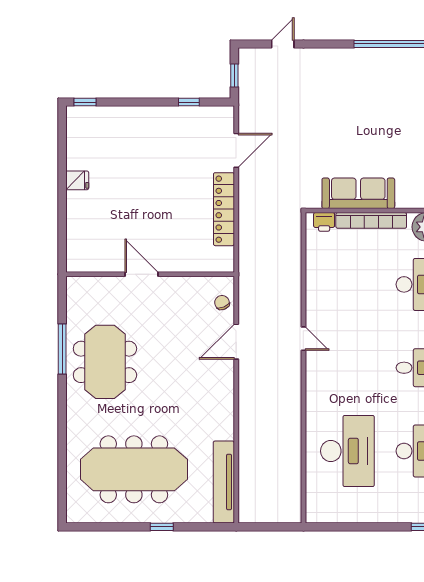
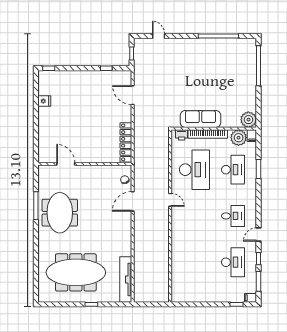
door: (283, 44) -> (159, 36), hinge flipped
door: (236, 150) -> (133, 95), swing flipped
fridge: (77, 180) -> (44, 101), moved
locker: (224, 209) -> (126, 142), moved
door: (142, 274) -> (66, 164), moved
desk: (347, 451) -> (194, 170), moved

